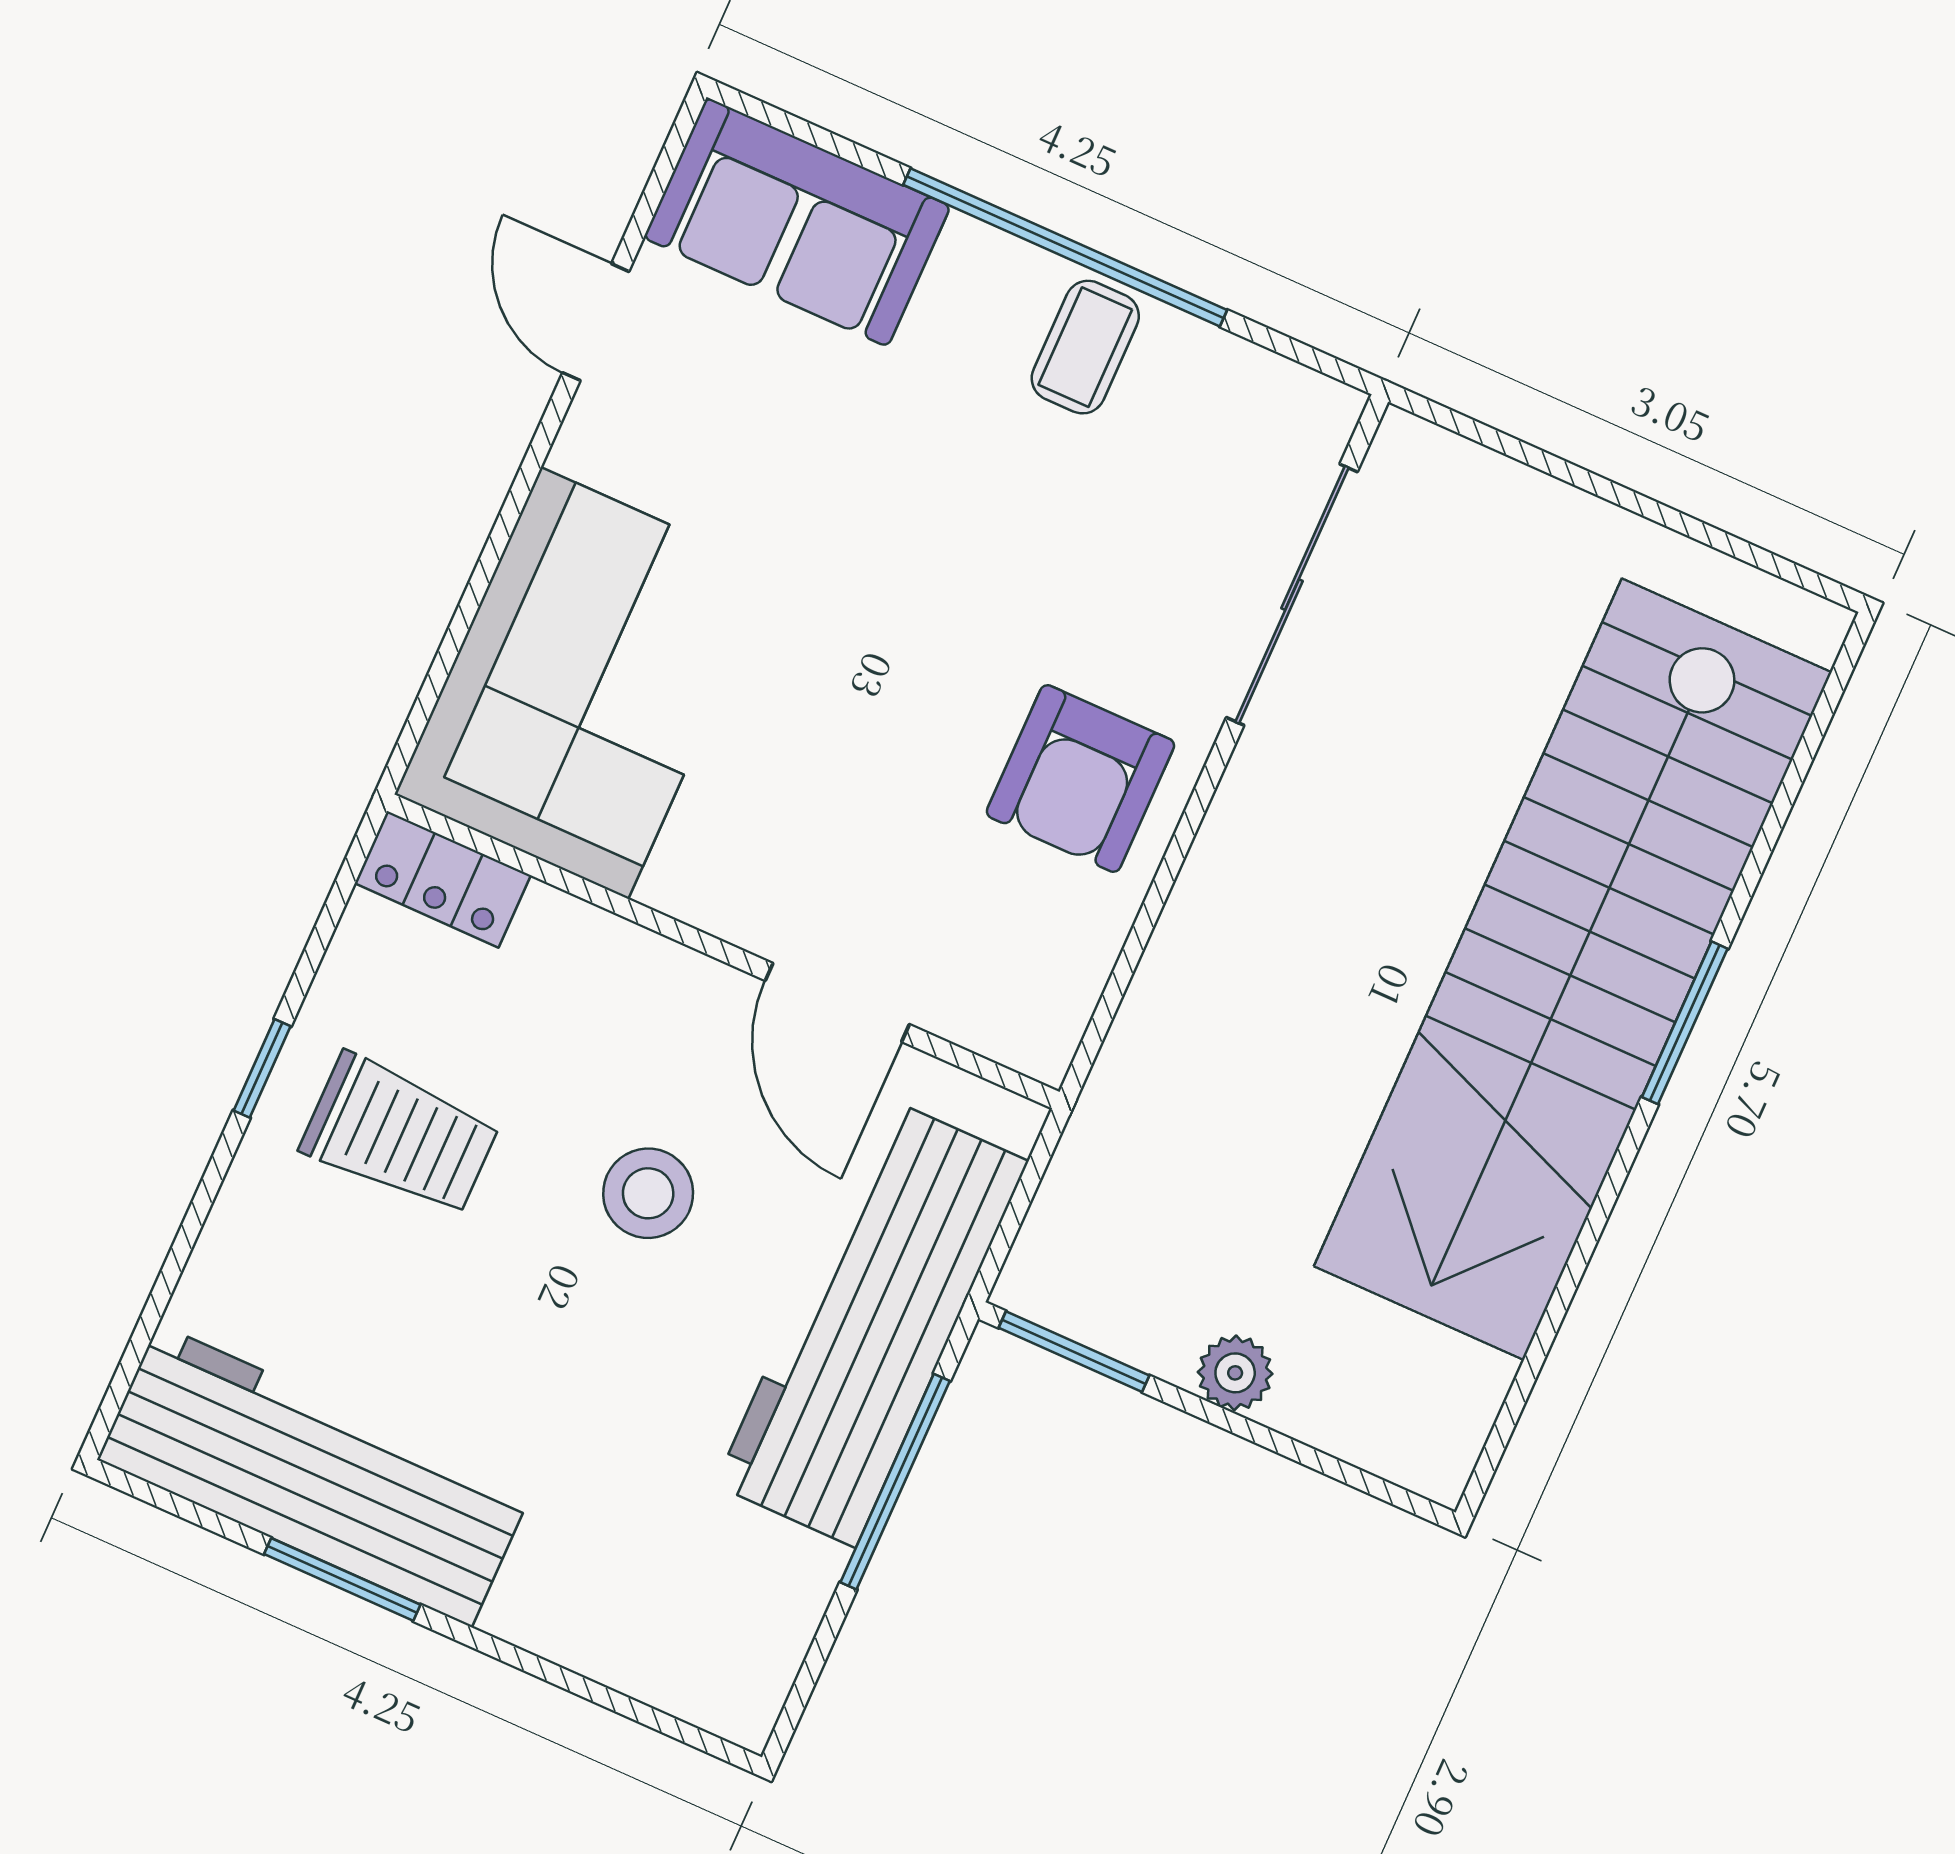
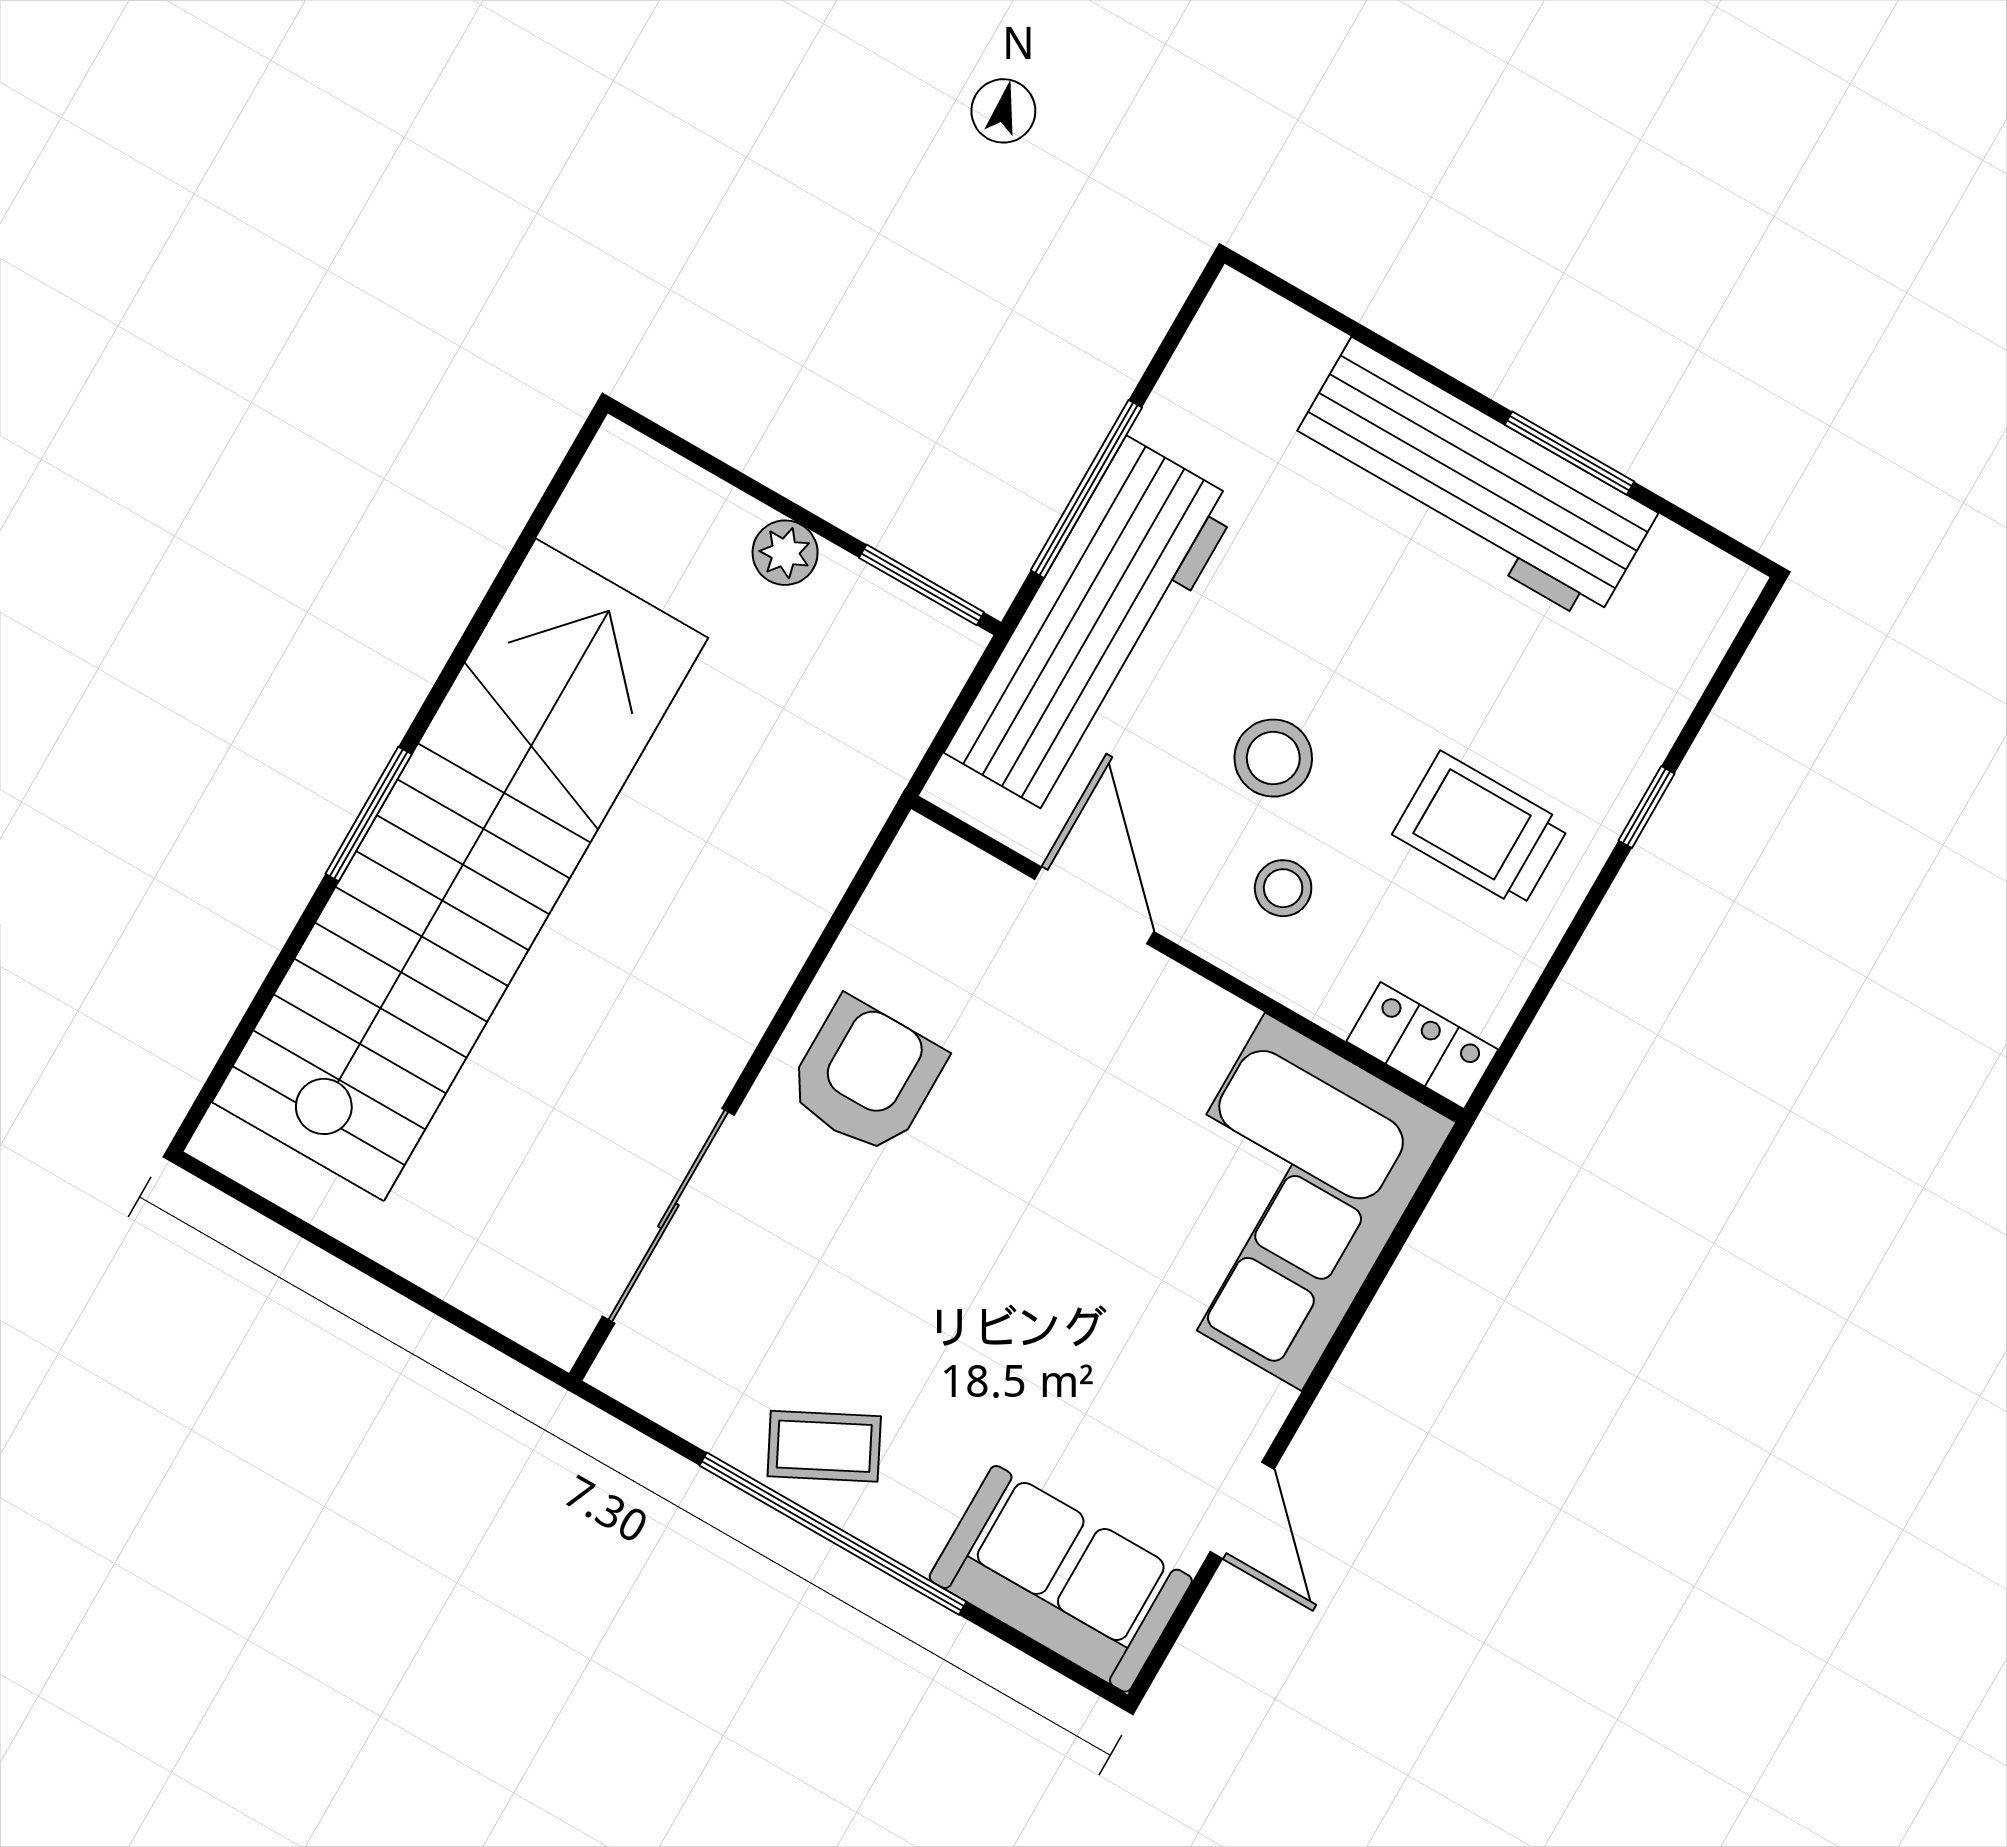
coffee table: (1085, 347) -> (824, 1446), turned 63
stool: (622, 1044) -> (1283, 888), added
window: (262, 1068) -> (1647, 807), moved
workbench: (315, 1475) -> (1473, 481), moved

